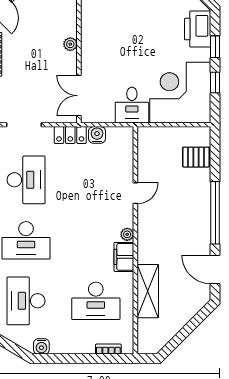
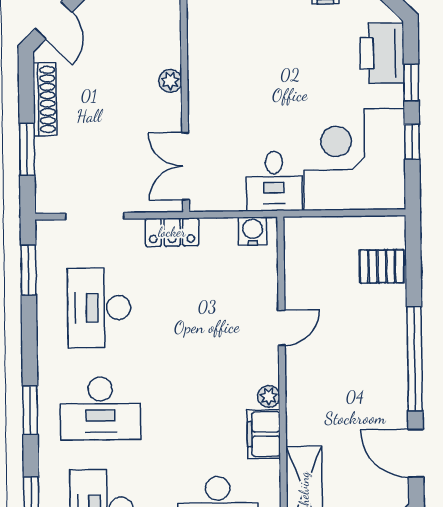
water cooler: (97, 135) -> (253, 231), moved
desk: (26, 180) -> (99, 308), turned 180

